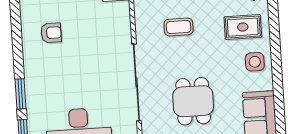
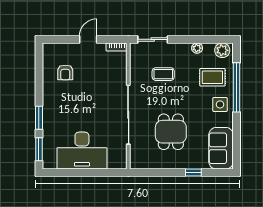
armchair: (51, 33) -> (65, 72), turned 90
window: (275, 38) -> (236, 87), added

